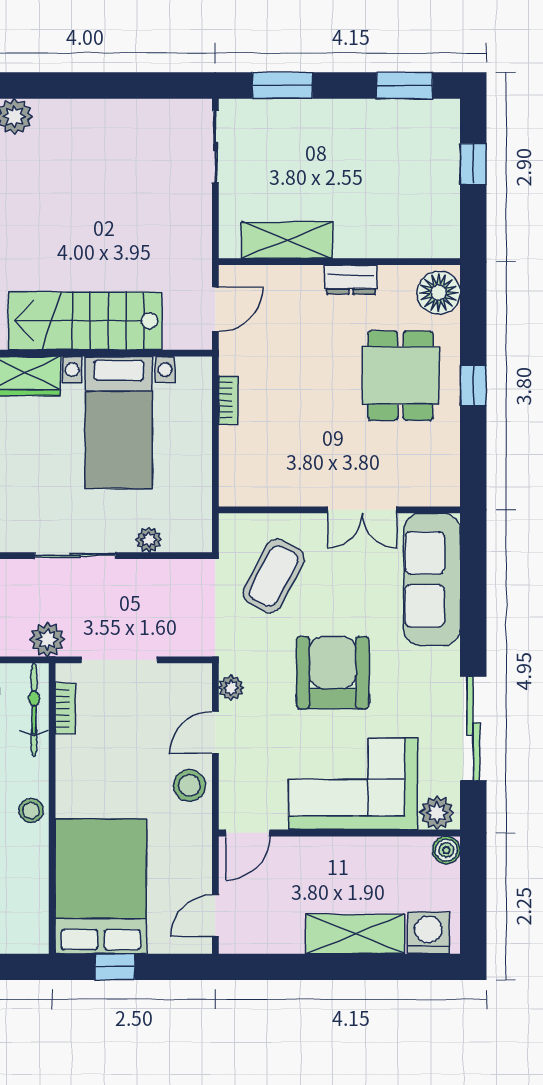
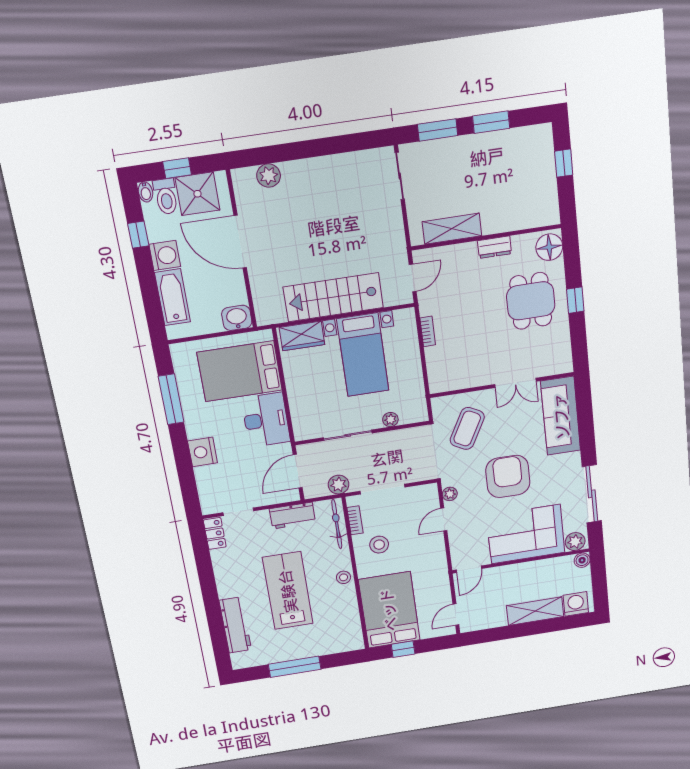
window: (405, 85) -> (491, 122), moved
stool: (189, 785) -> (379, 545), moved

